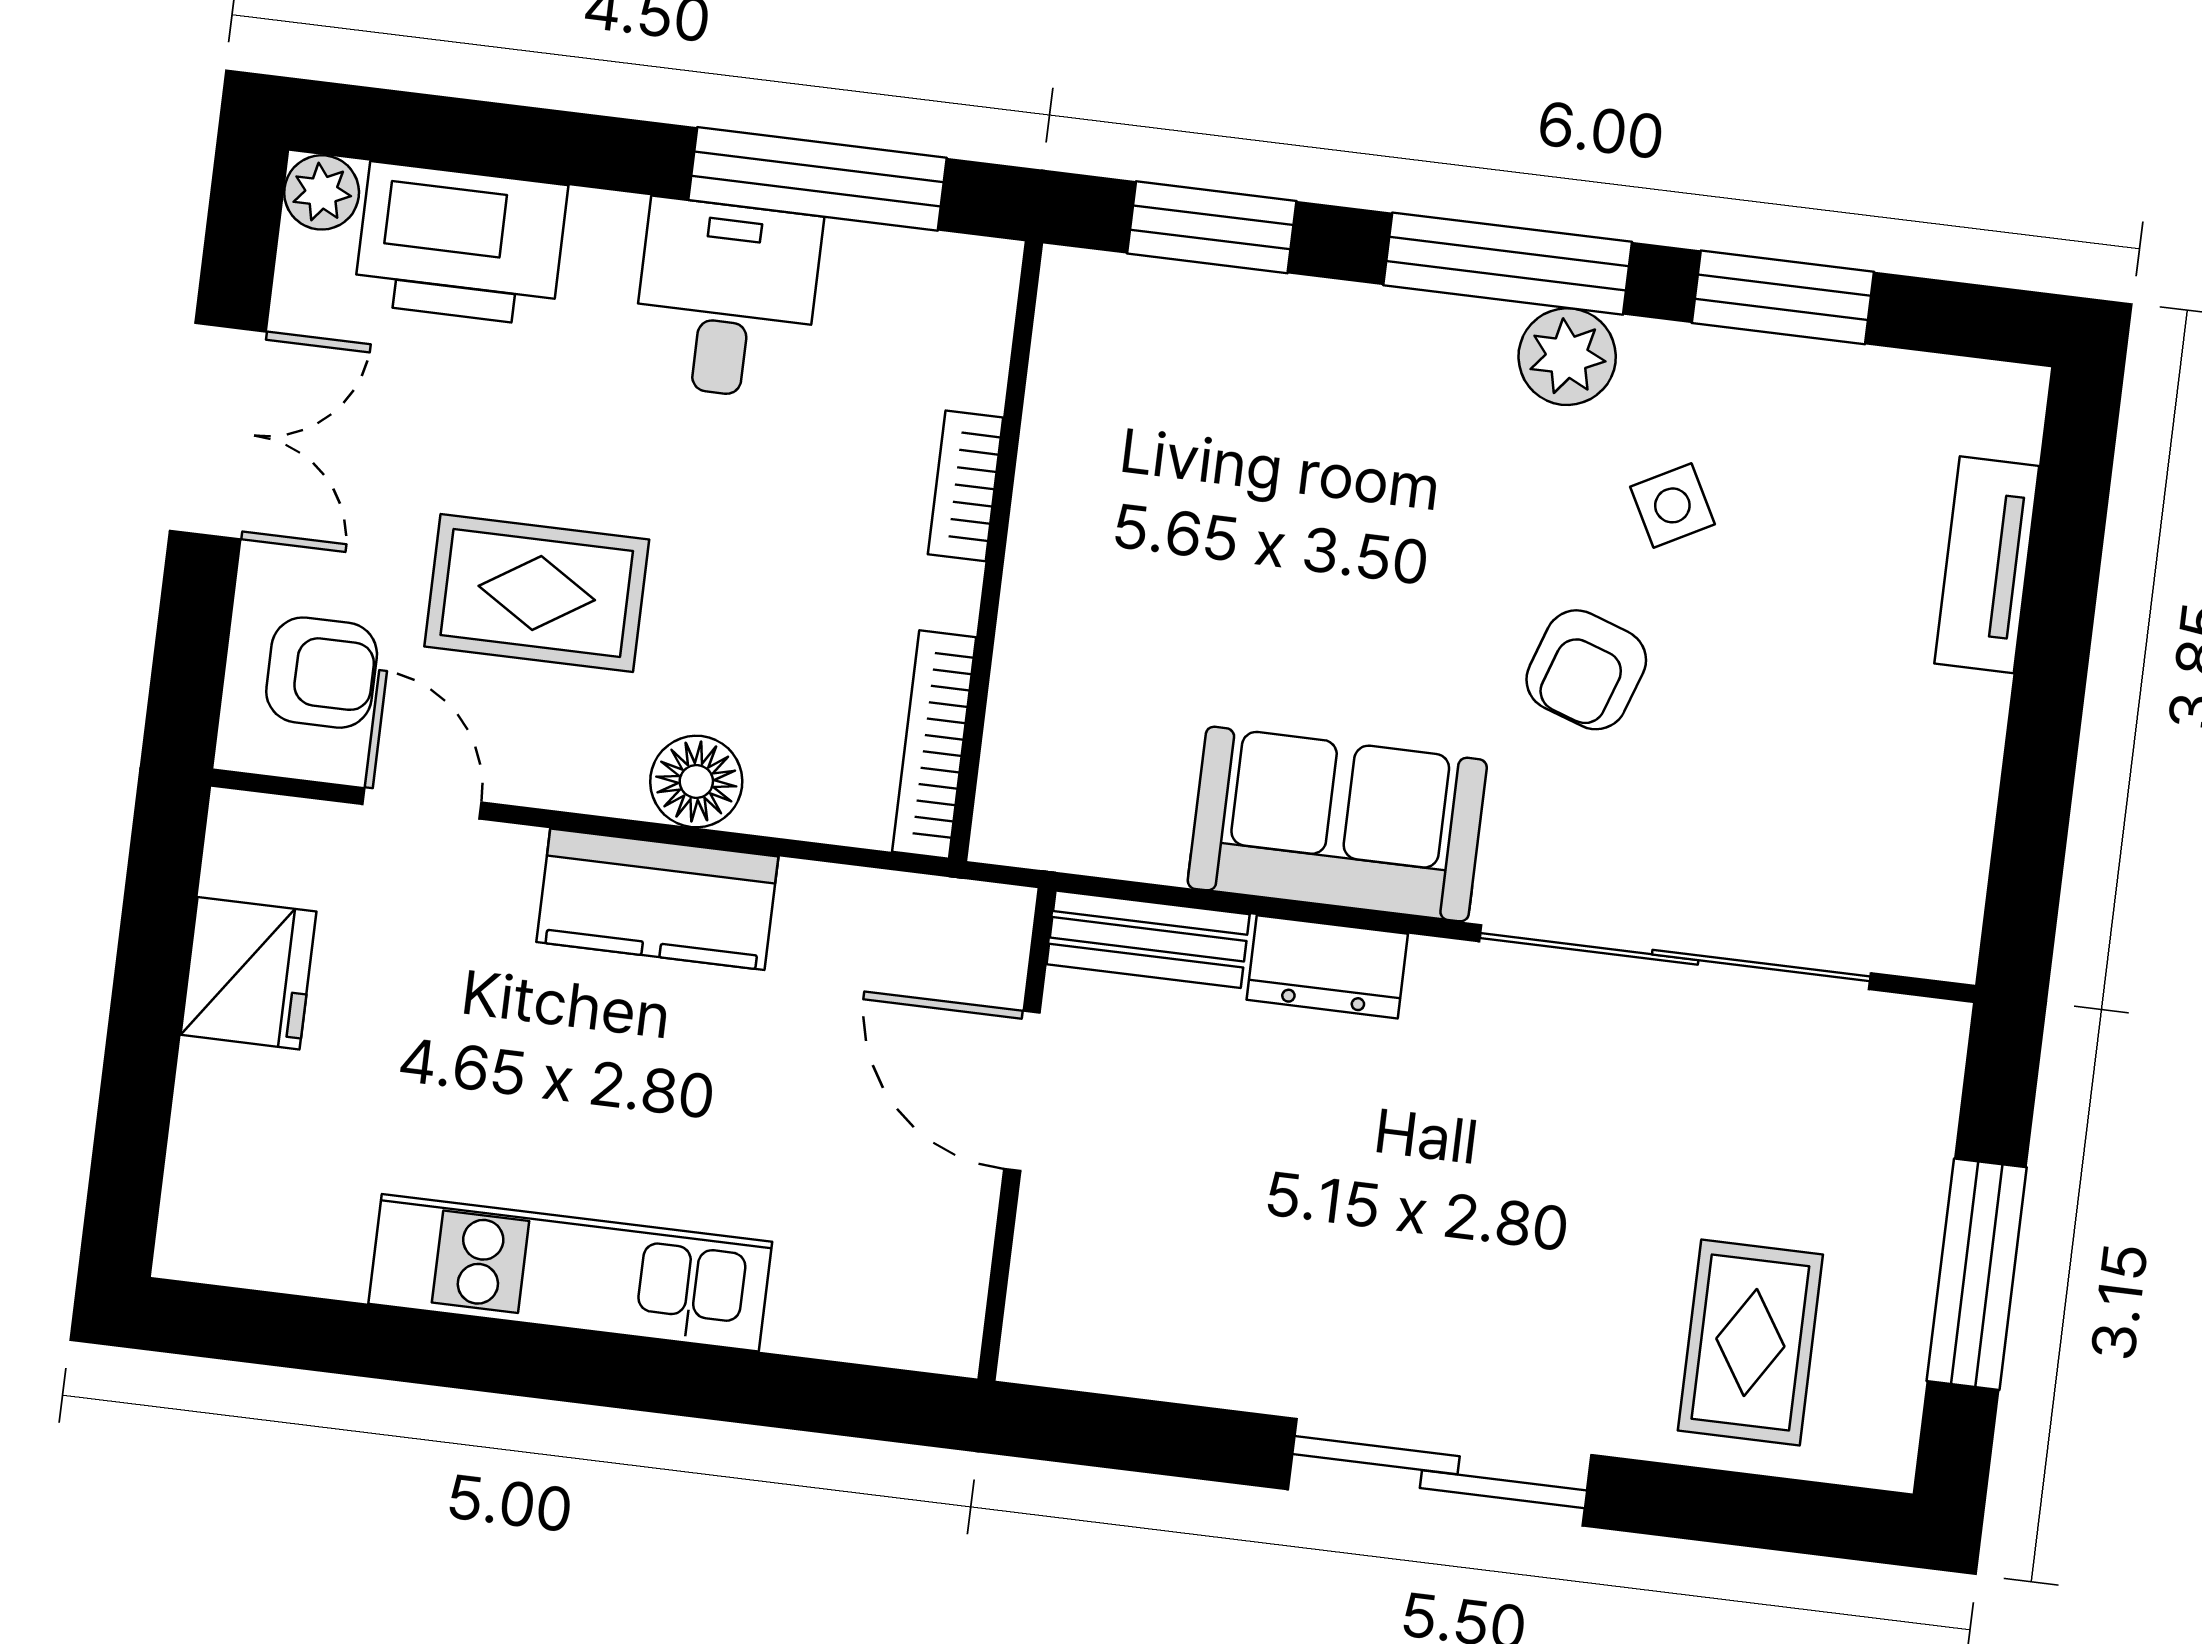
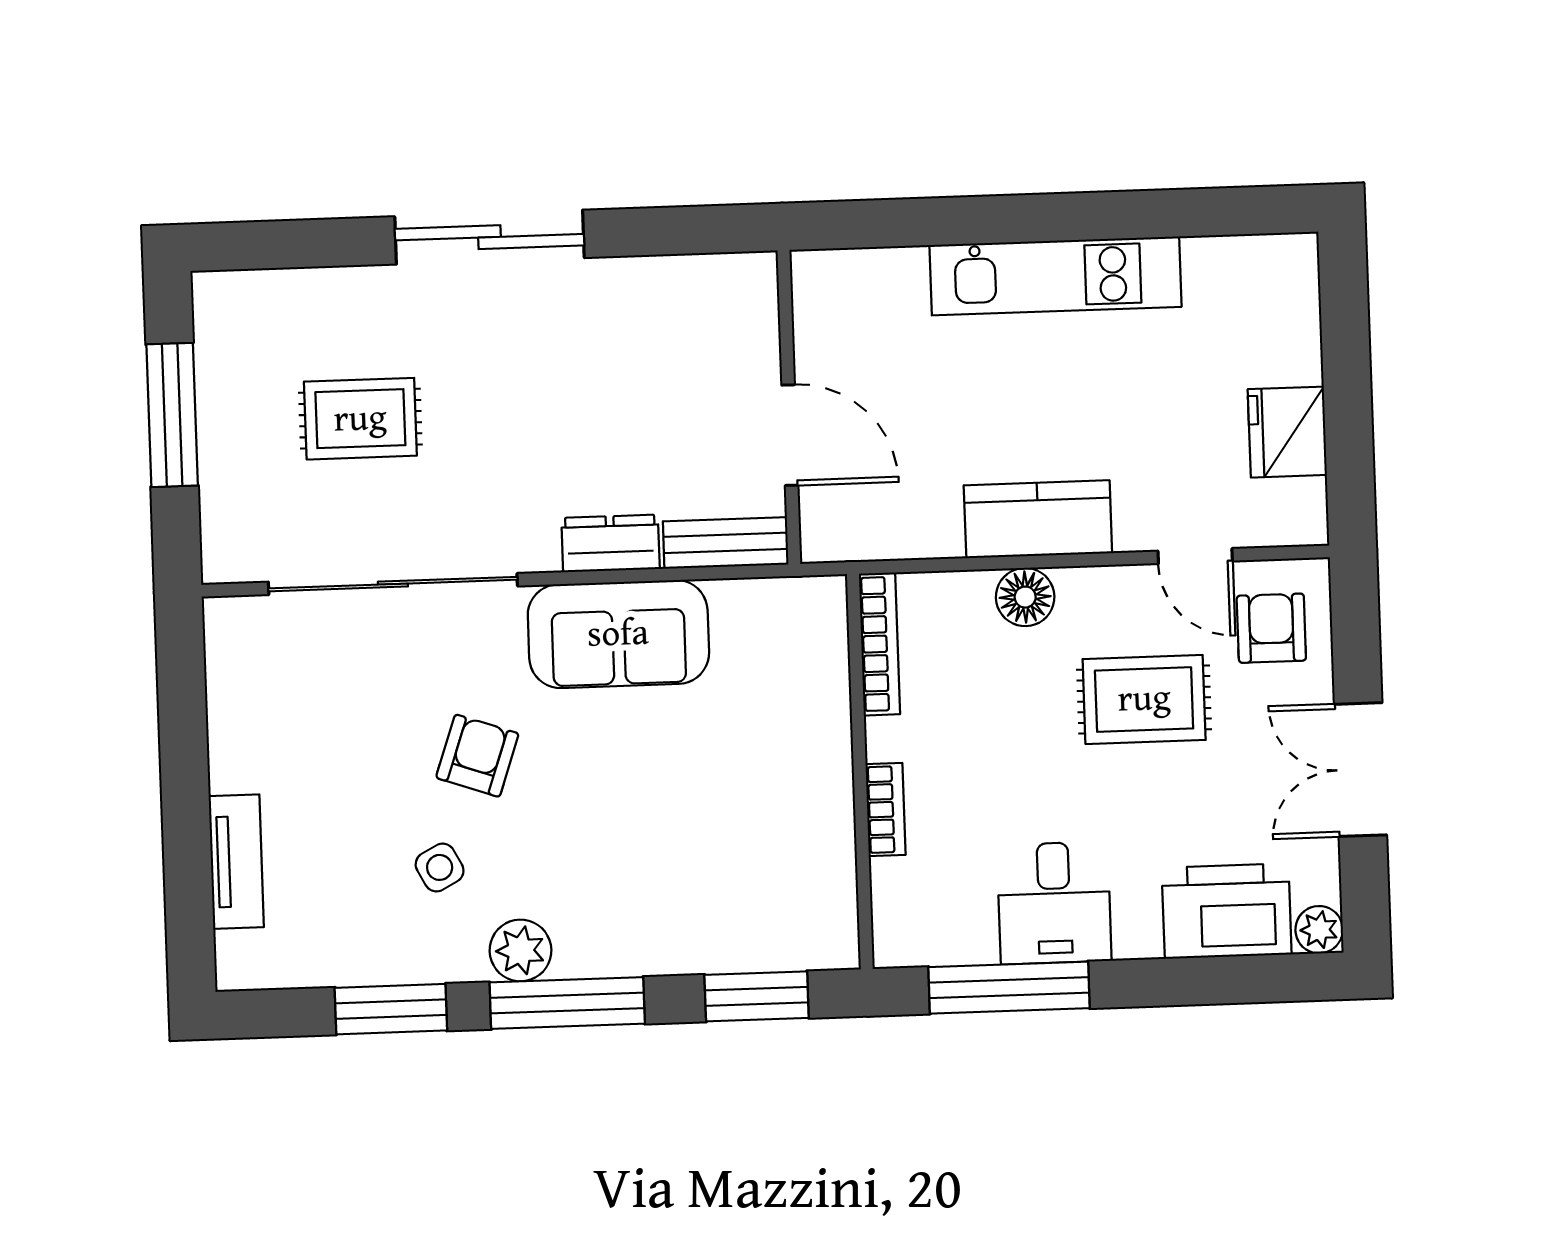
armchair: (322, 673) -> (1271, 628), turned 90
rug: (1750, 1342) -> (360, 419), moved, turned 90

